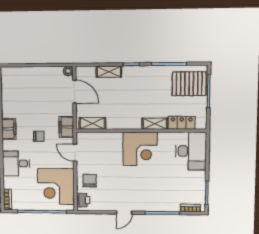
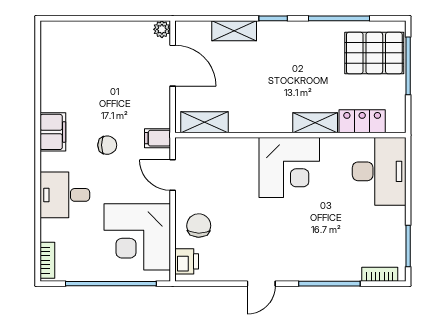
filing cabinet: (66, 127) -> (158, 138), width x0.50

